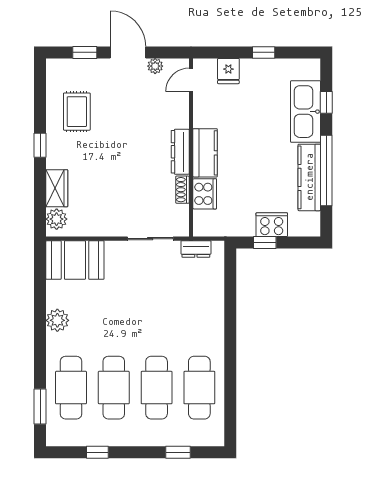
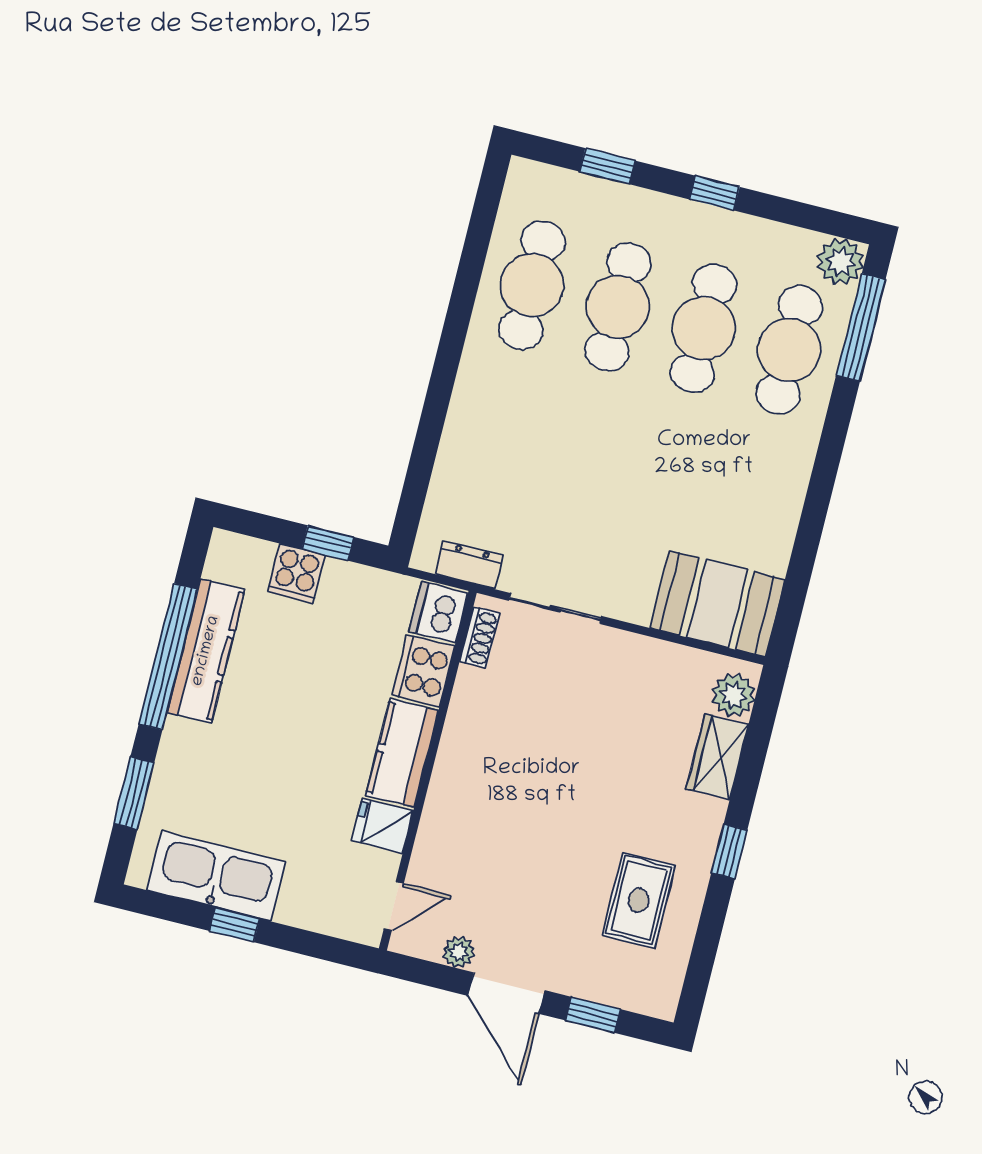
fridge: (228, 71) -> (383, 826), moved, turned -90
window: (326, 102) -> (134, 793), width x1.50
kitchen sink: (306, 112) -> (216, 876), moved, turned -90
dresser: (180, 152) -> (452, 768), removed
shoe rack: (182, 190) -> (480, 637), moved
dishwasher: (205, 223) -> (439, 612), added
cooker: (272, 225) -> (297, 573), width x0.73
plant: (57, 320) -> (840, 262), moved
window: (40, 407) -> (861, 327), width x1.44
window: (97, 452) -> (714, 193), moved

